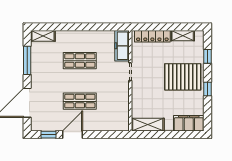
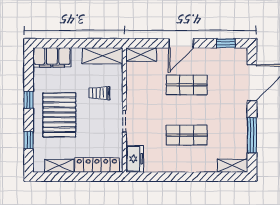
freezer: (122, 46) -> (135, 159), width x0.71
pallet: (183, 77) -> (59, 115), turned 90
trolley: (150, 94) -> (99, 93), added
shelving: (117, 126) -> (141, 54), added
door: (73, 135) -> (181, 43), moved

